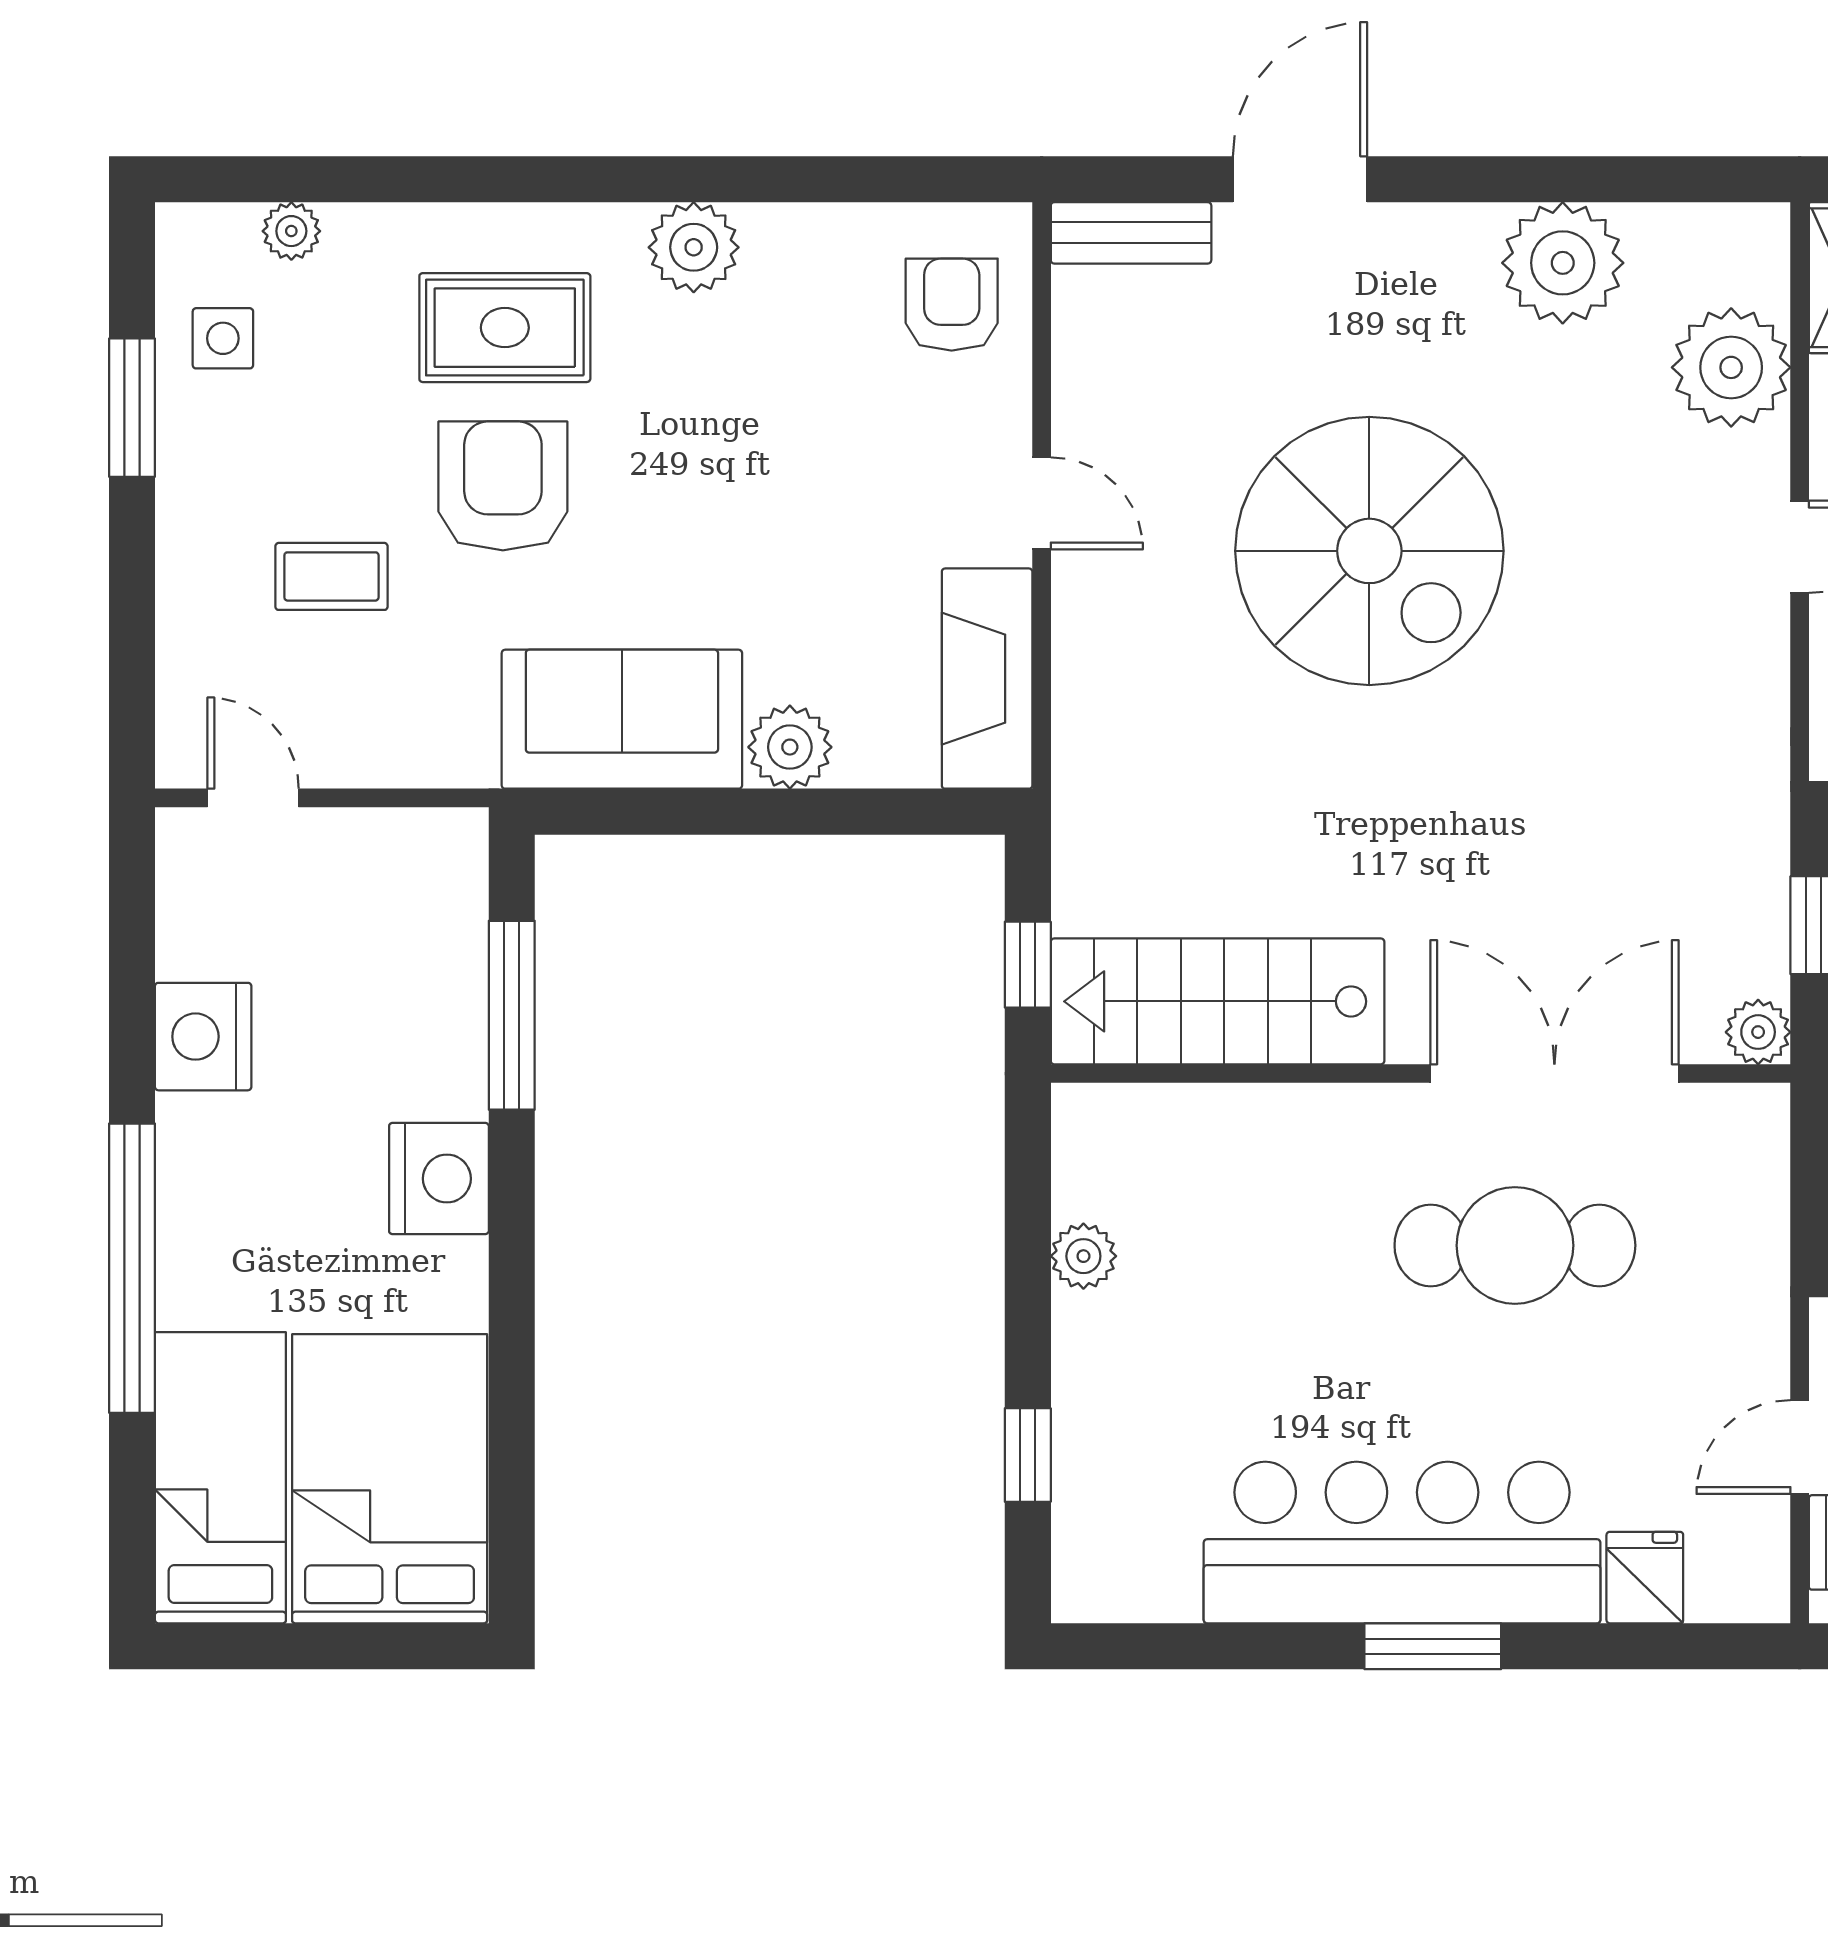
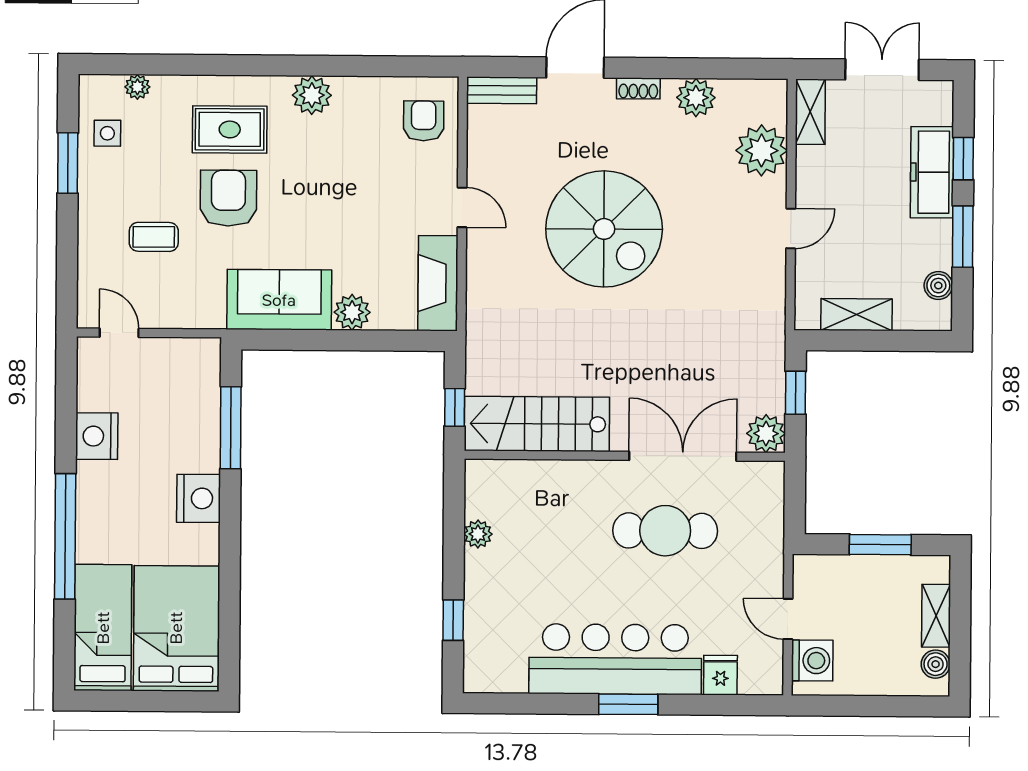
shoe rack: (1446, 226) -> (638, 88), added
plant: (1563, 263) -> (696, 98), width x0.73, depth x0.73
plant: (1758, 1032) -> (766, 434), width x1.38, depth x1.38
door: (1800, 1447) -> (788, 619), hinge flipped

